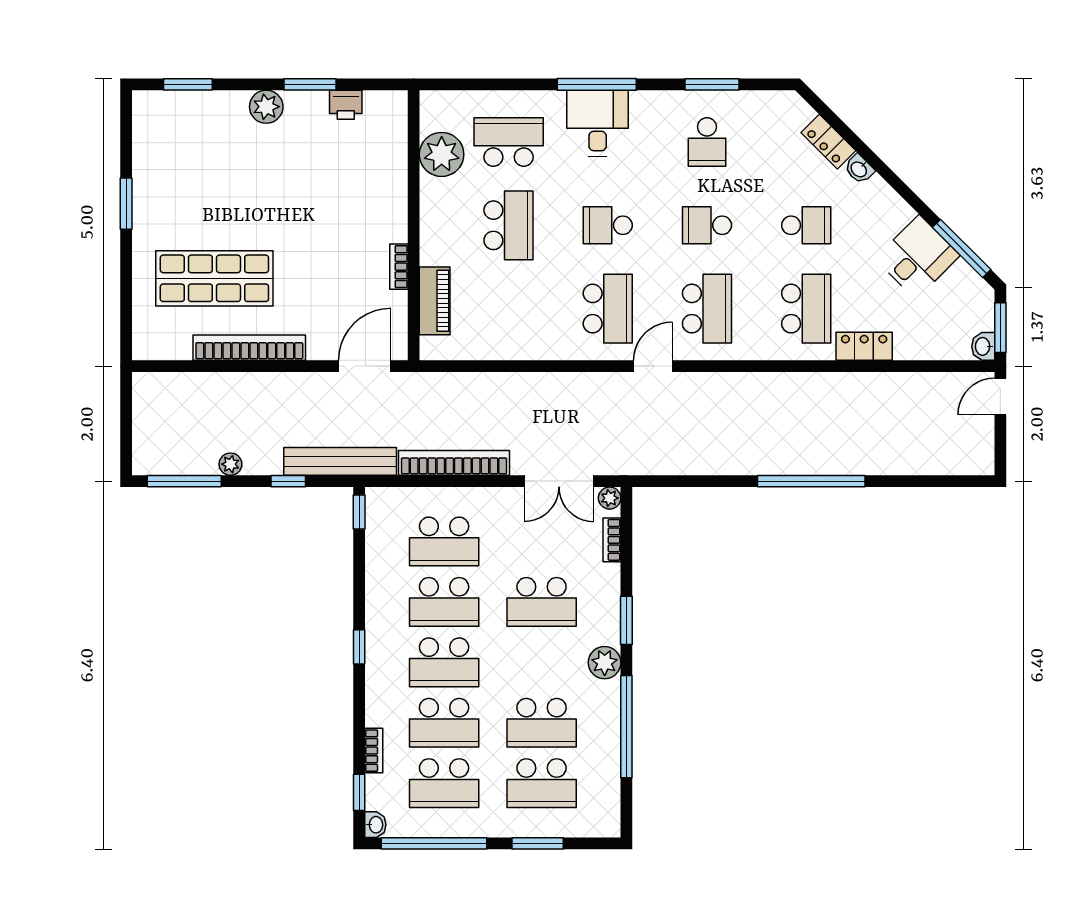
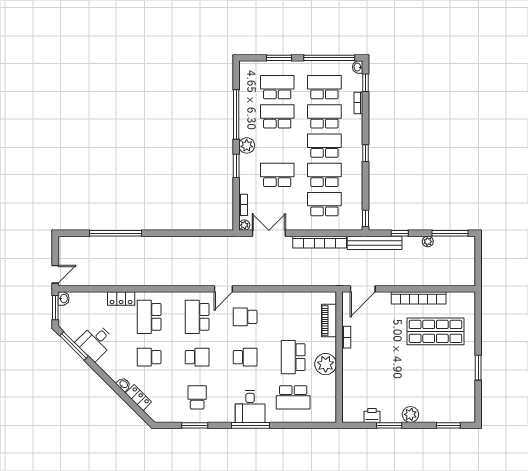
plant: (442, 154) -> (326, 364), moved
school desk: (608, 309) -> (245, 317), width x0.54
window: (811, 481) -> (115, 233), moved

